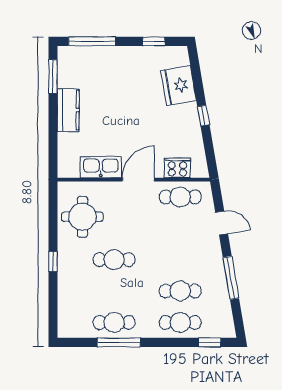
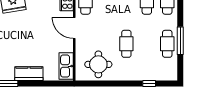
kitchen sink: (101, 167) -> (66, 66), moved
window: (53, 262) -> (149, 84), moved

